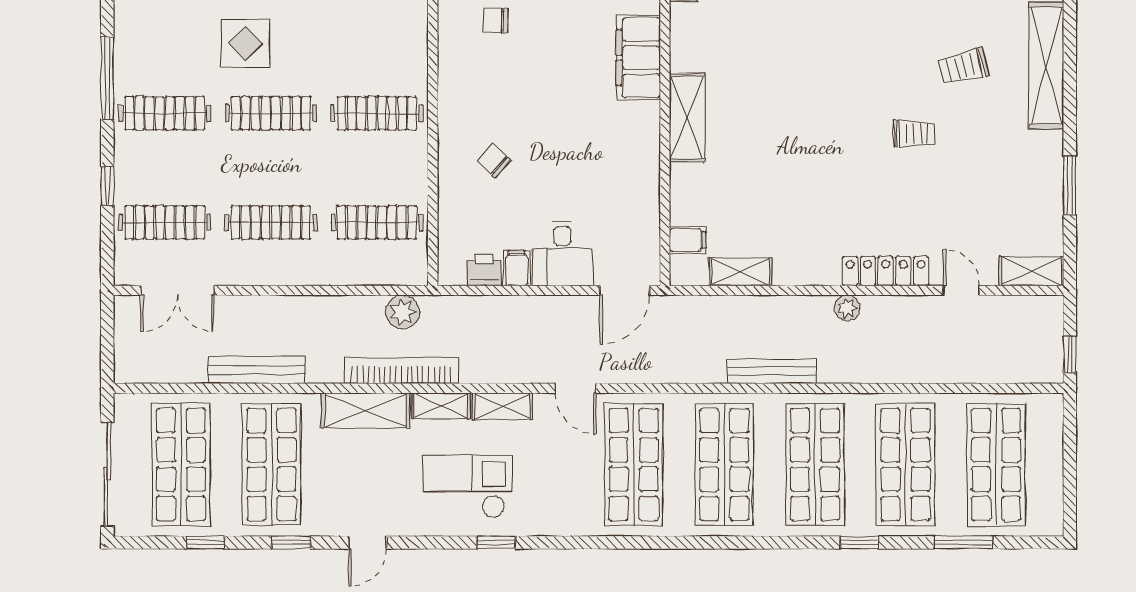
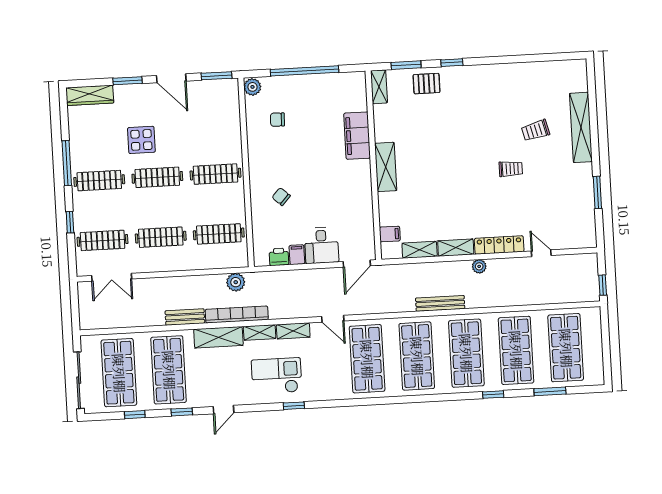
shelving: (1031, 271) -> (456, 248), moved
bench: (257, 370) -> (185, 317), moved, width x0.73

